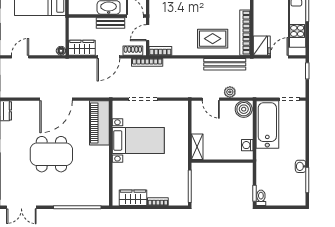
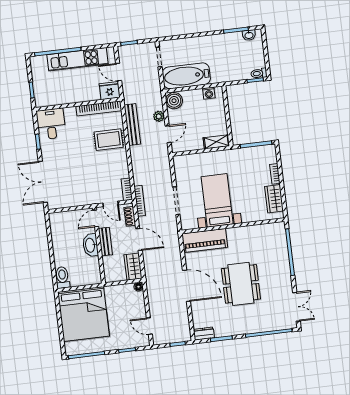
rug: (213, 39) -> (109, 140), turned 90
washbasin: (301, 166) -> (249, 35), moved

